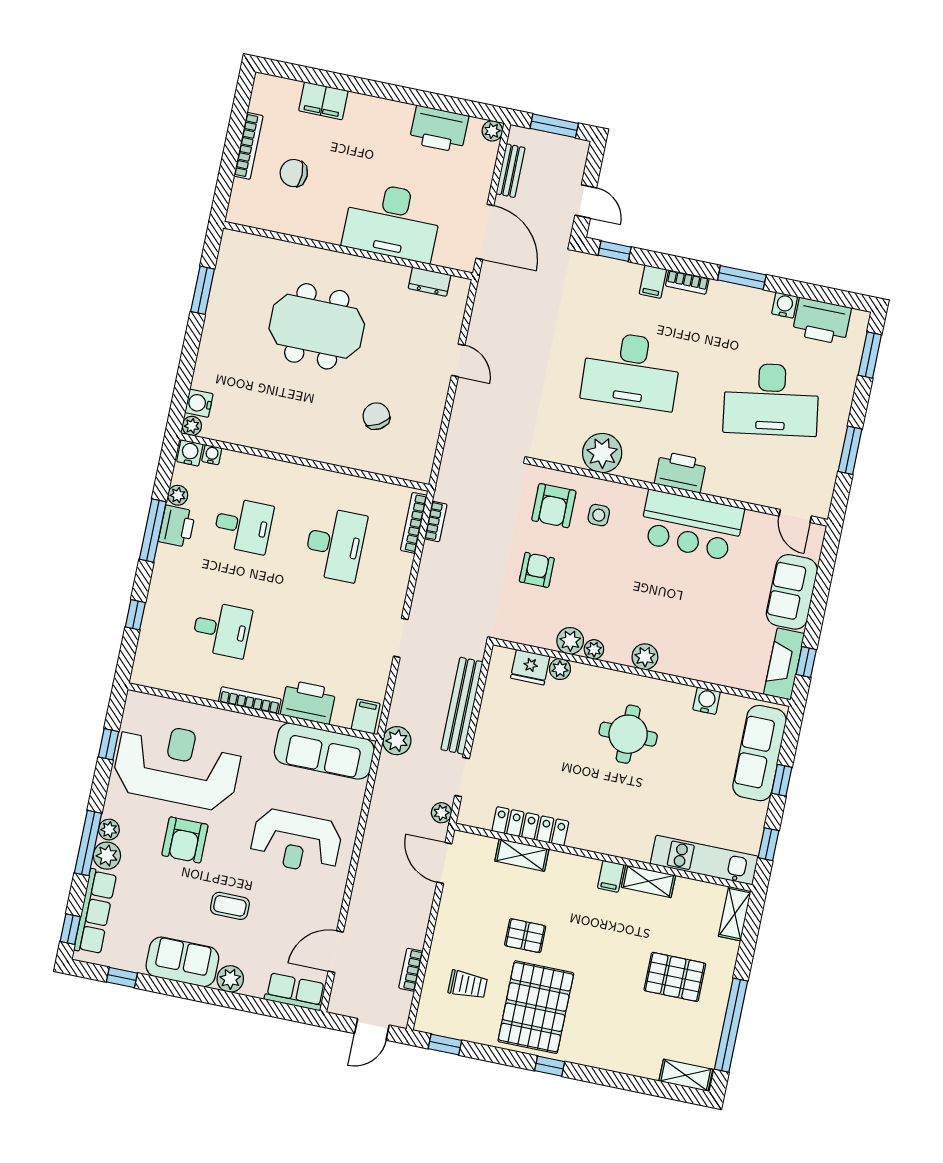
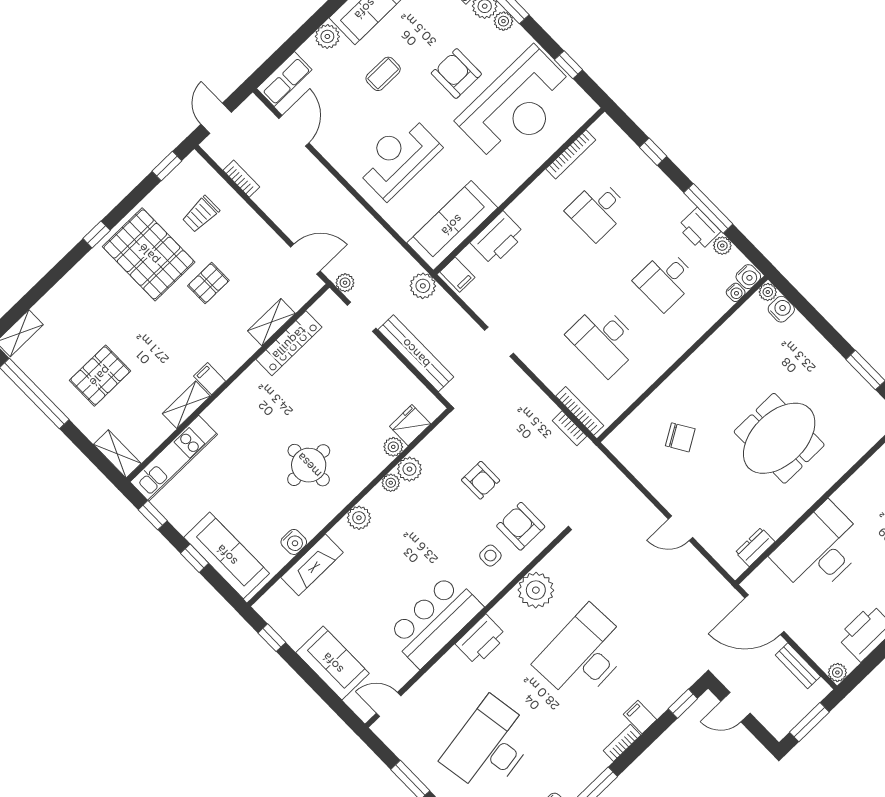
fireplace: (784, 664) -> (312, 565), moved, turned 90
bookcase: (250, 700) -> (571, 154), moved

